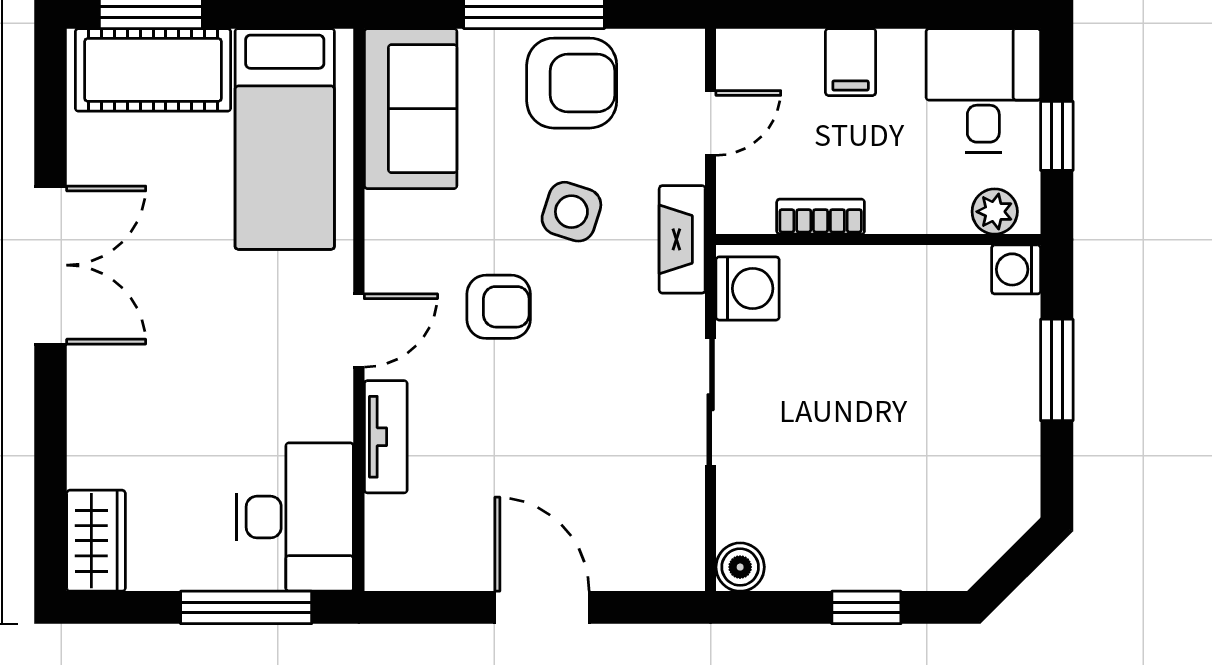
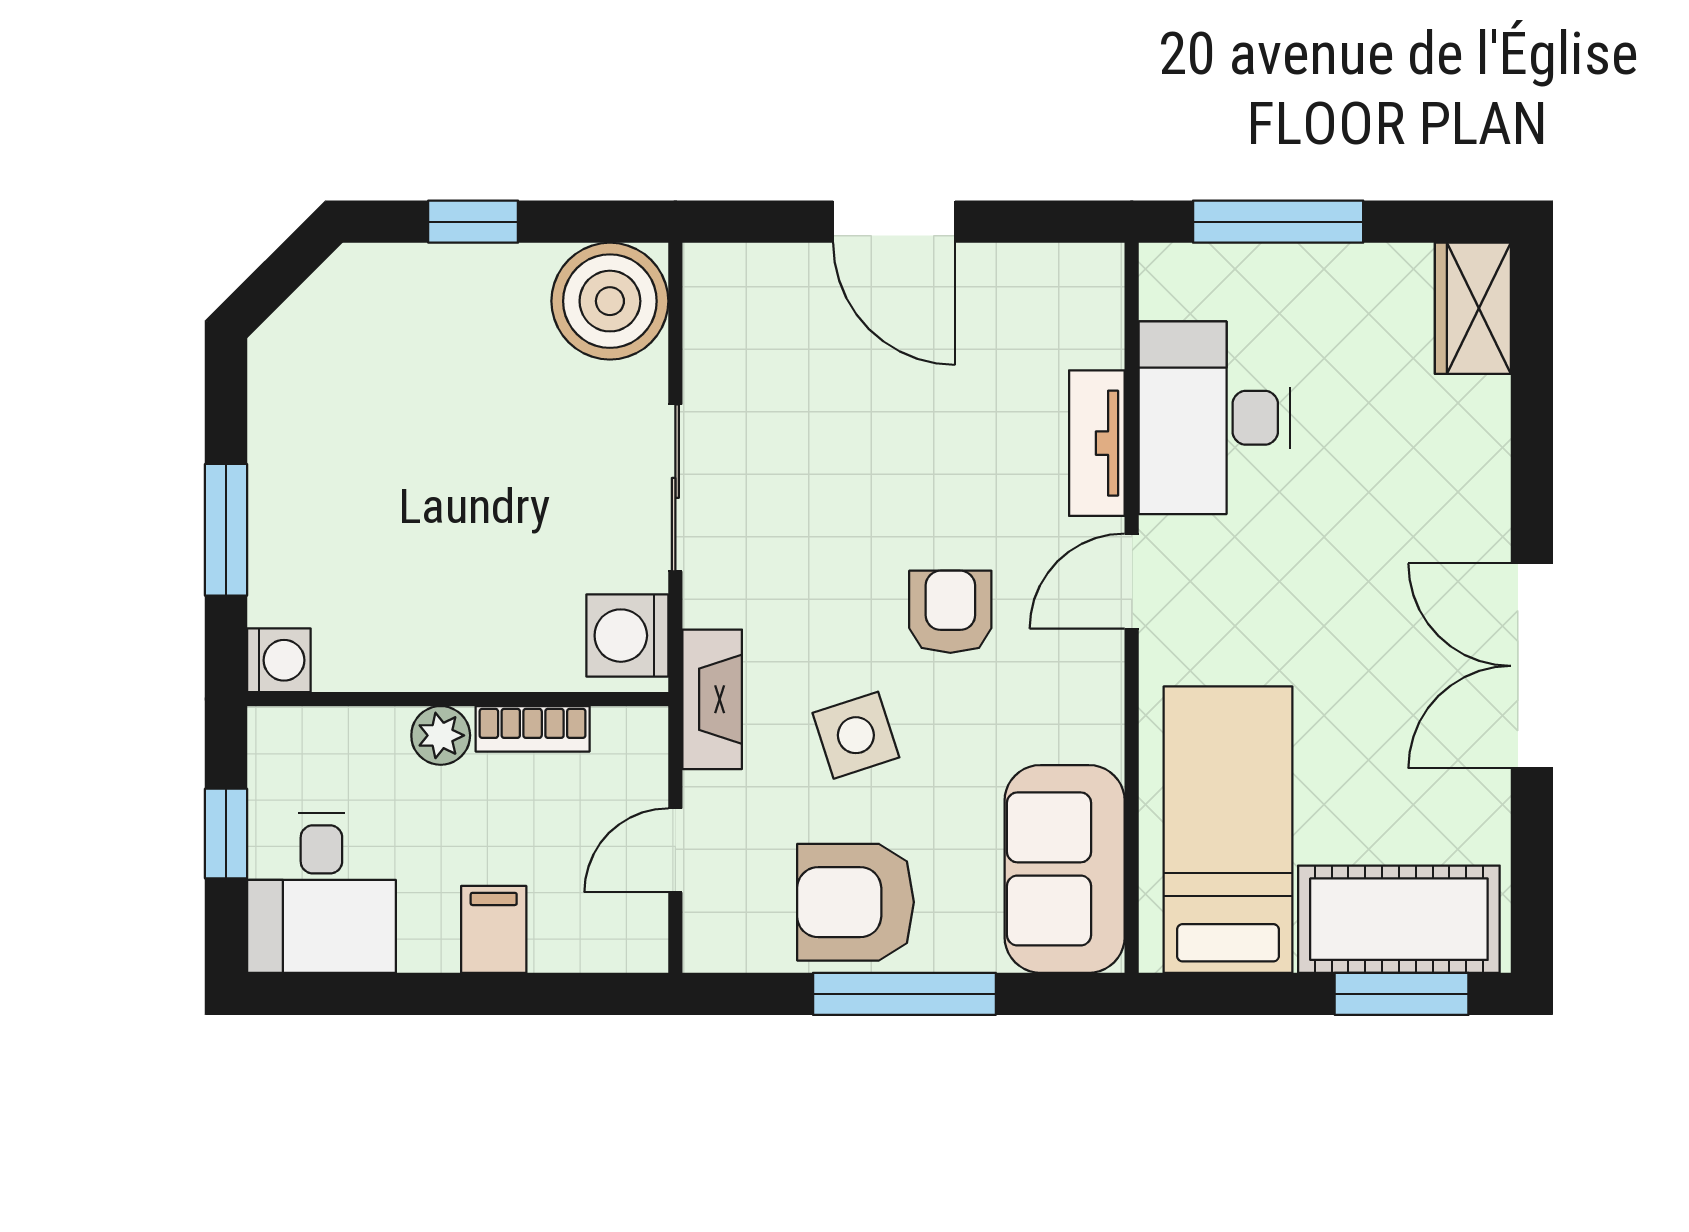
side table: (571, 212) -> (856, 735), turned -36
plant: (995, 212) -> (441, 735), moved
armchair: (499, 307) -> (950, 612), turned 90
desk: (295, 517) -> (1214, 418), moved
boiler: (740, 567) -> (610, 301), width x1.86, depth x1.86

